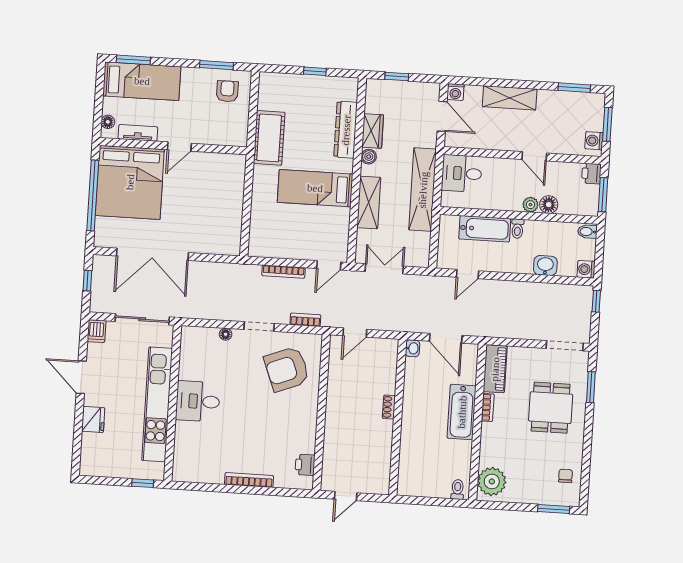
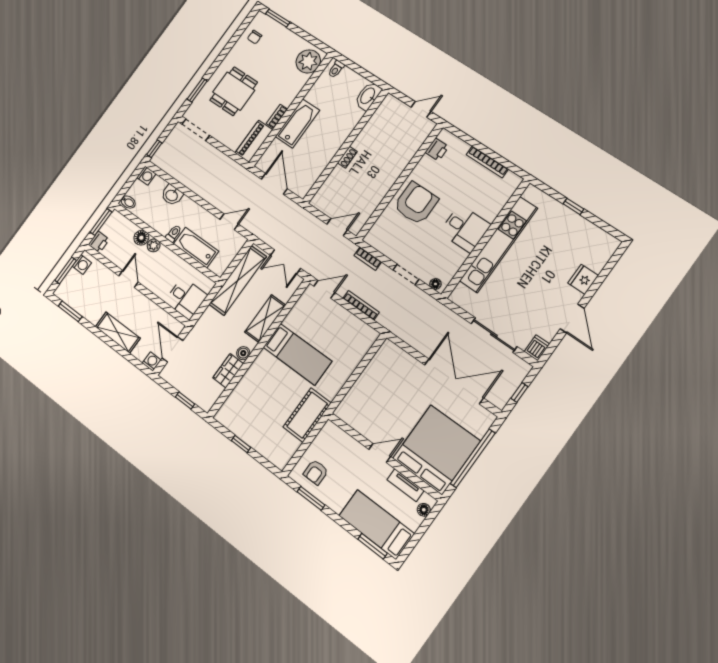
dresser: (346, 130) -> (247, 385), removed
shelving: (423, 190) -> (238, 280), moved
washbasin: (412, 348) -> (368, 96), moved, width x1.91, depth x1.45
armchair: (287, 369) -> (416, 203), moved, turned -69
desk: (198, 401) -> (465, 229), moved
wall: (173, 403) -> (486, 239), moved
kitchen unit: (157, 404) -> (498, 245), moved

